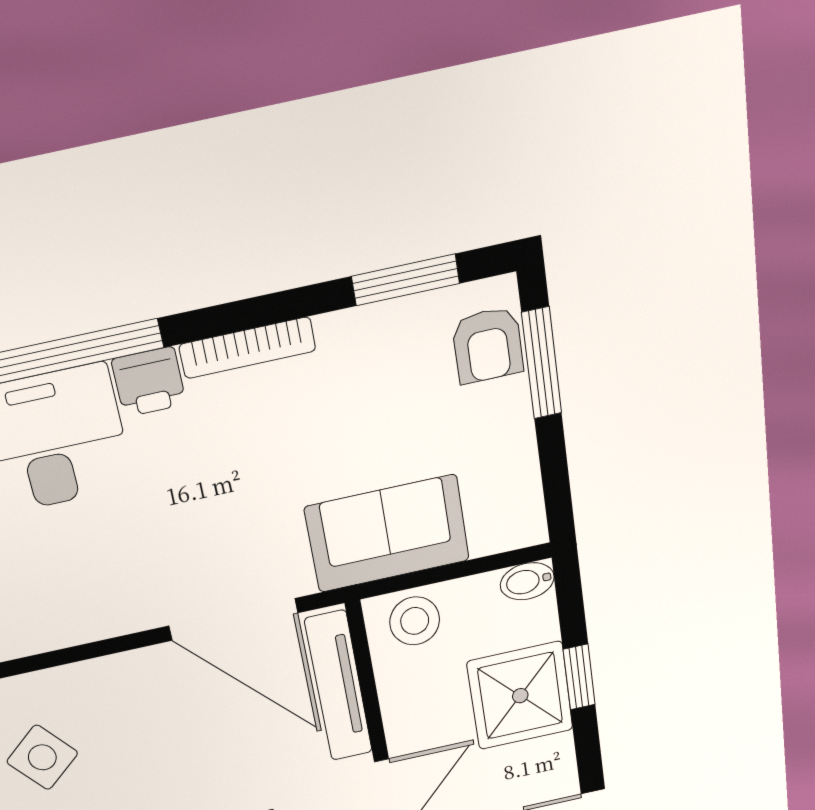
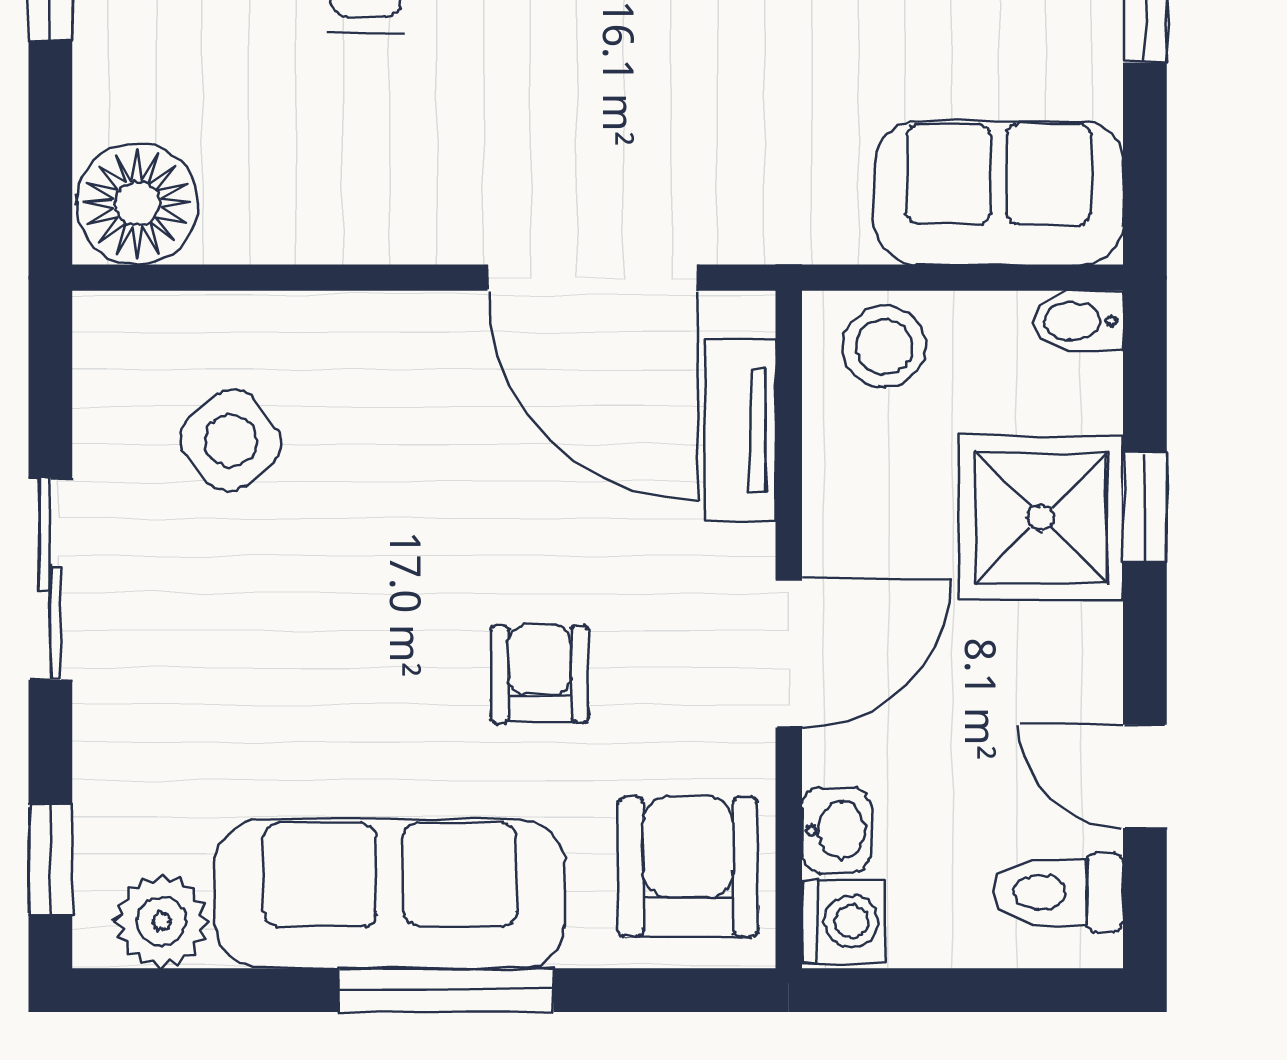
sofa: (387, 534) -> (999, 193), moved
tv unit: (339, 686) -> (741, 430), width x0.71

